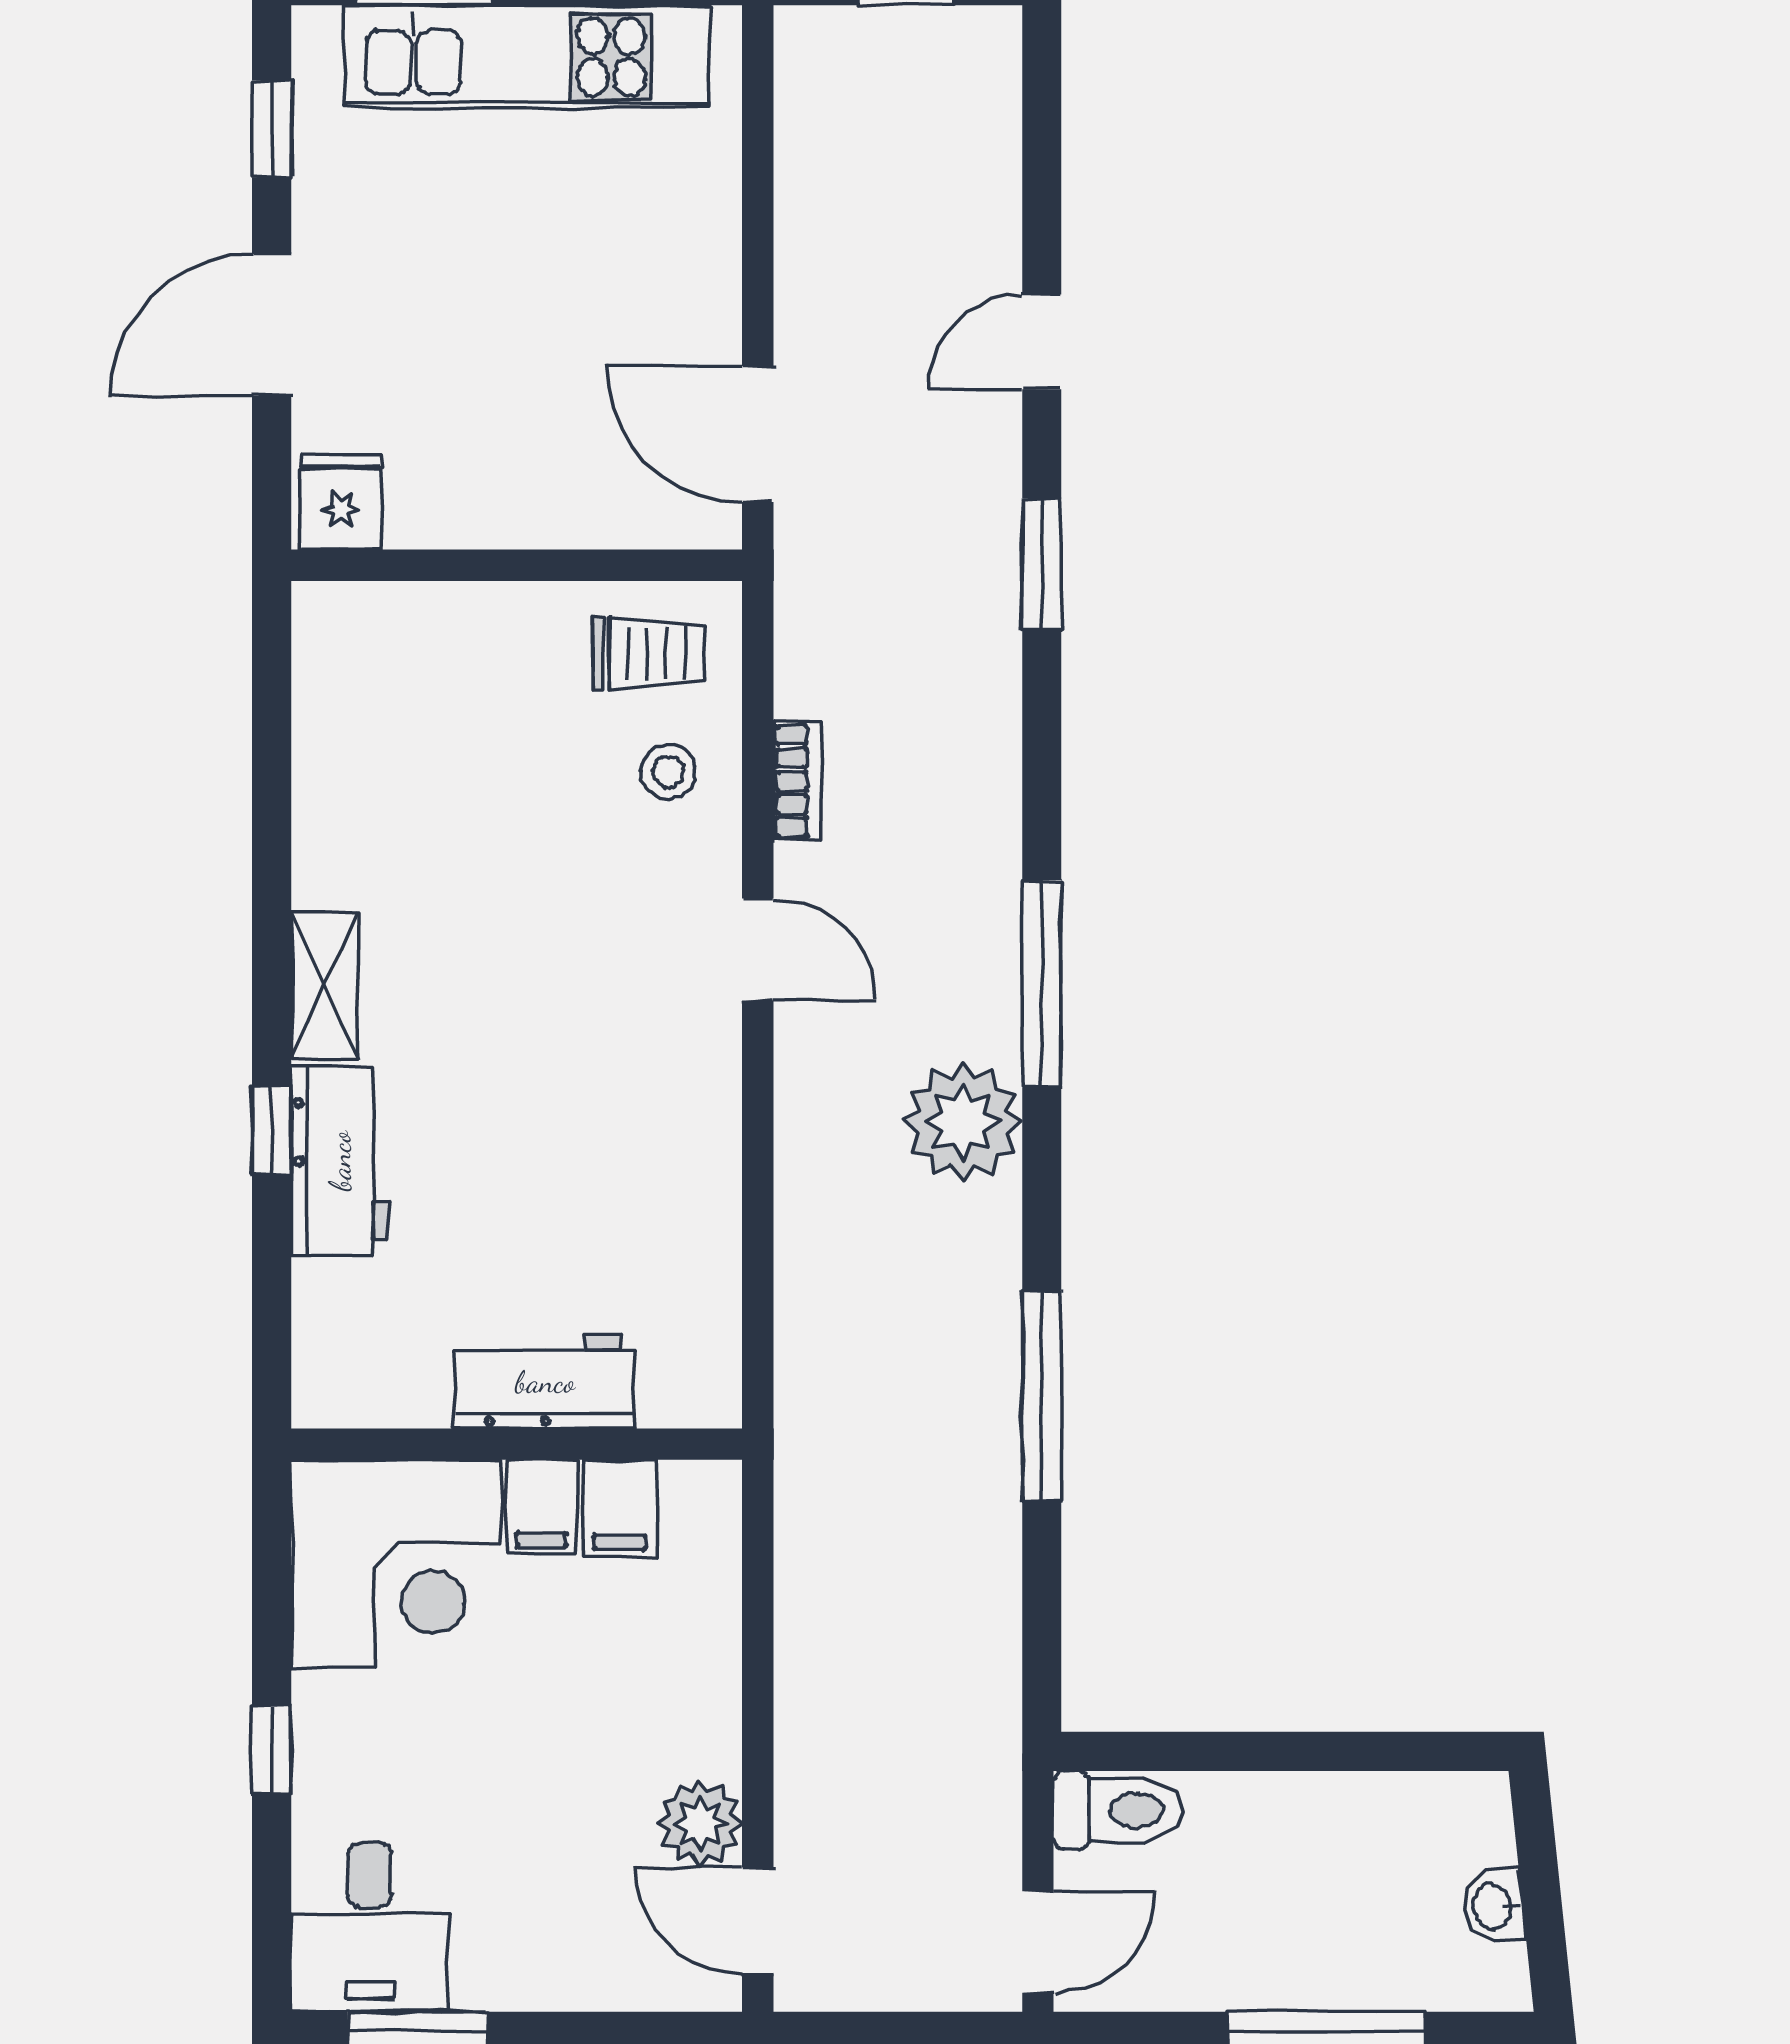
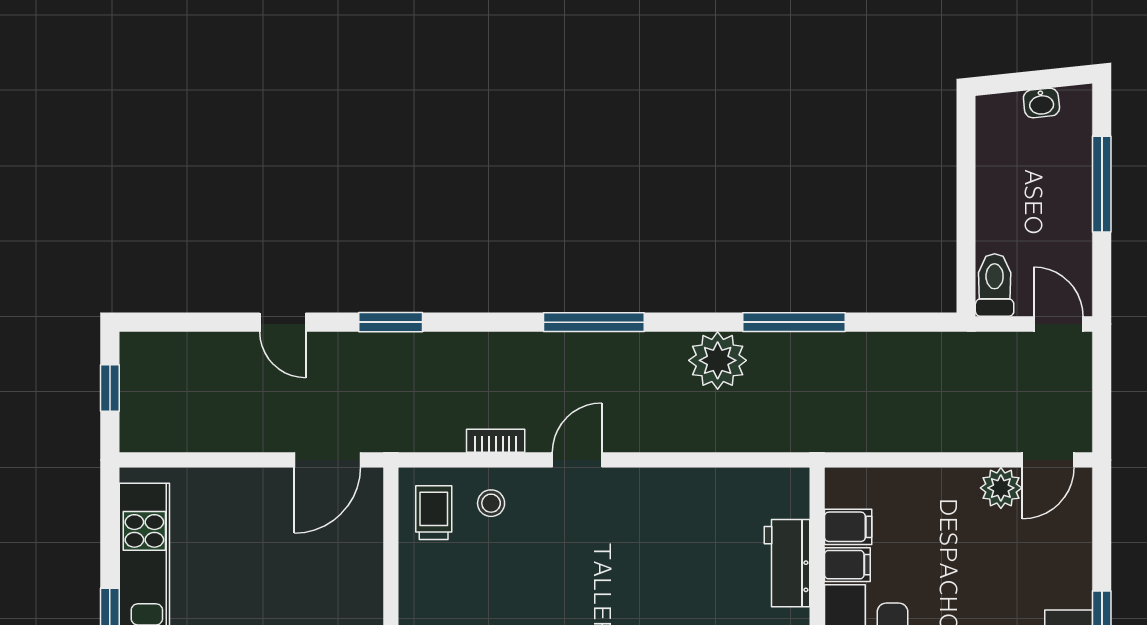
plant: (963, 1122) -> (718, 360), moved

